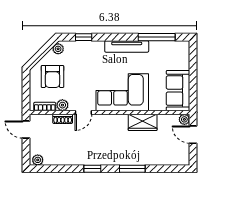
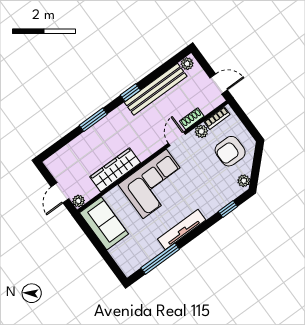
armchair: (52, 77) -> (230, 151), turned -90
wardrobe: (143, 122) -> (115, 170), width x1.50
door: (193, 135) -> (60, 193), swing flipped
bench: (73, 158) -> (156, 89), added

